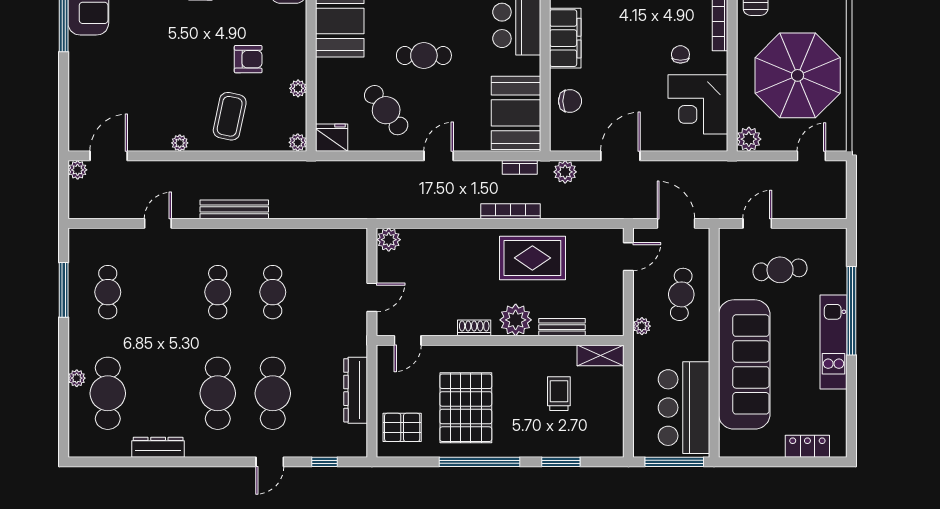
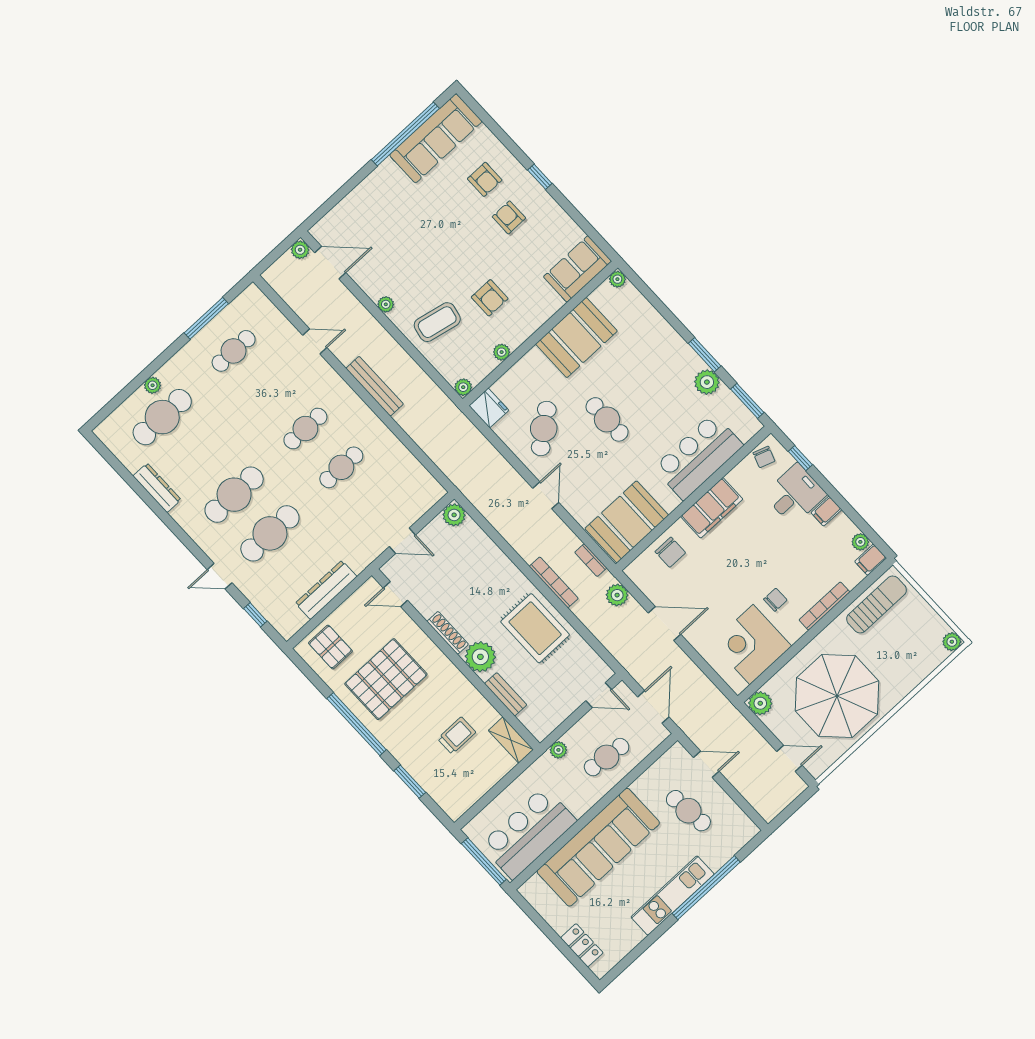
door: (439, 156) -> (546, 495), hinge flipped
shoe rack: (474, 328) -> (448, 633), width x1.43

